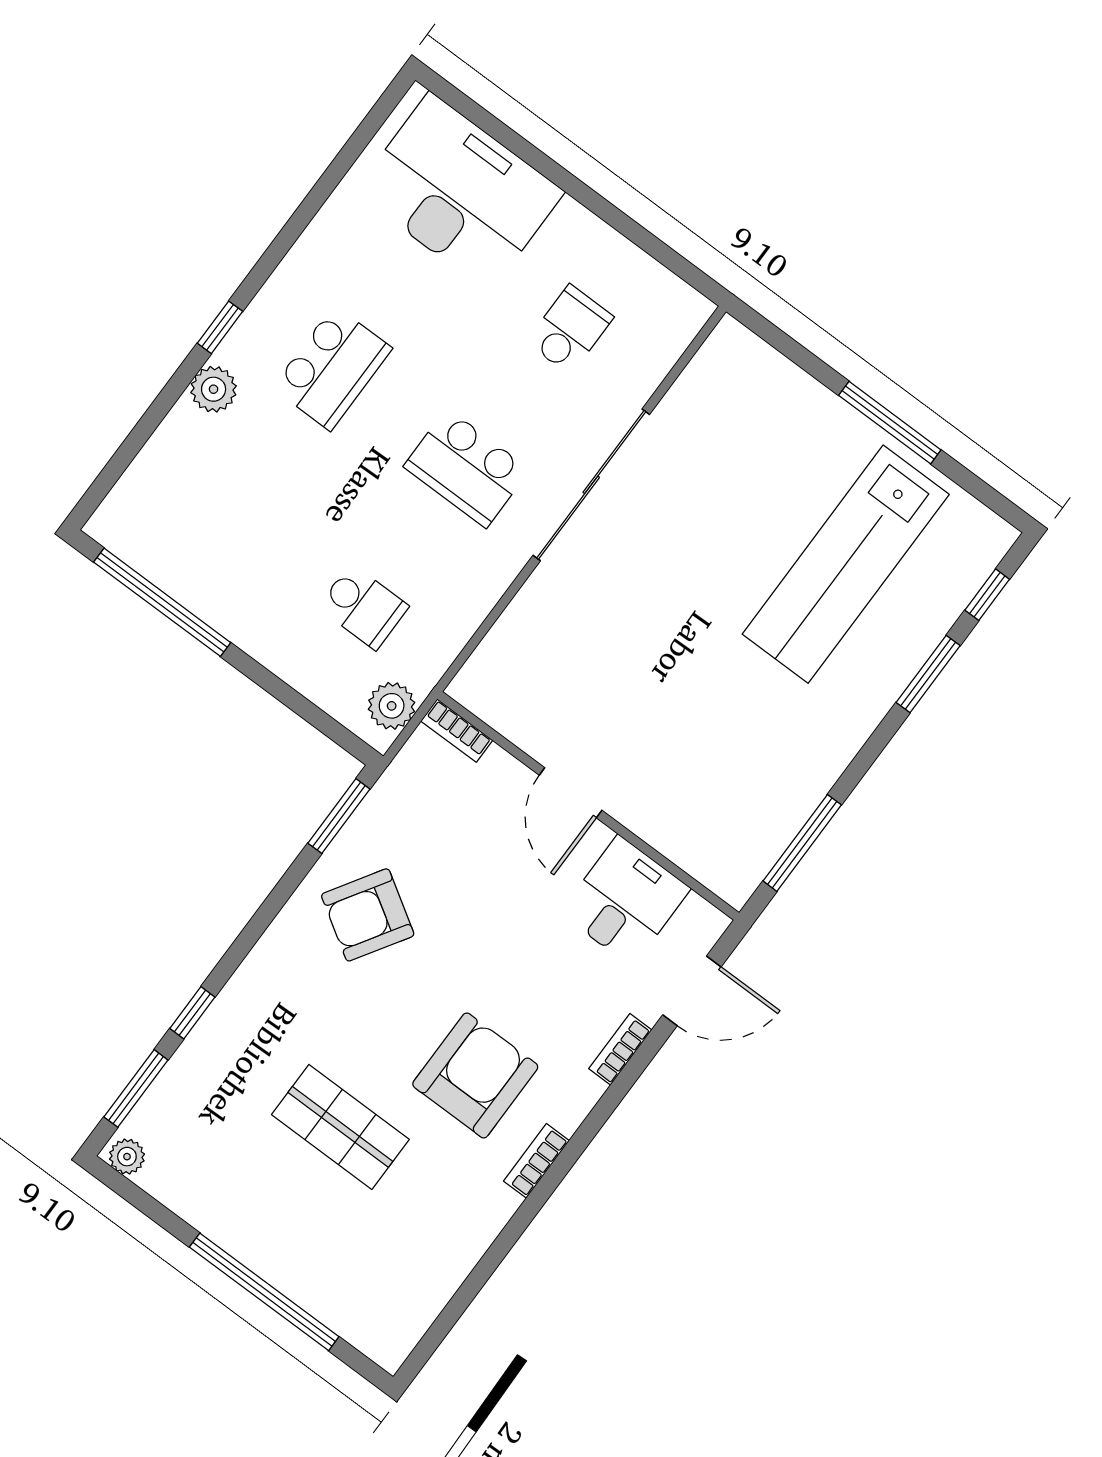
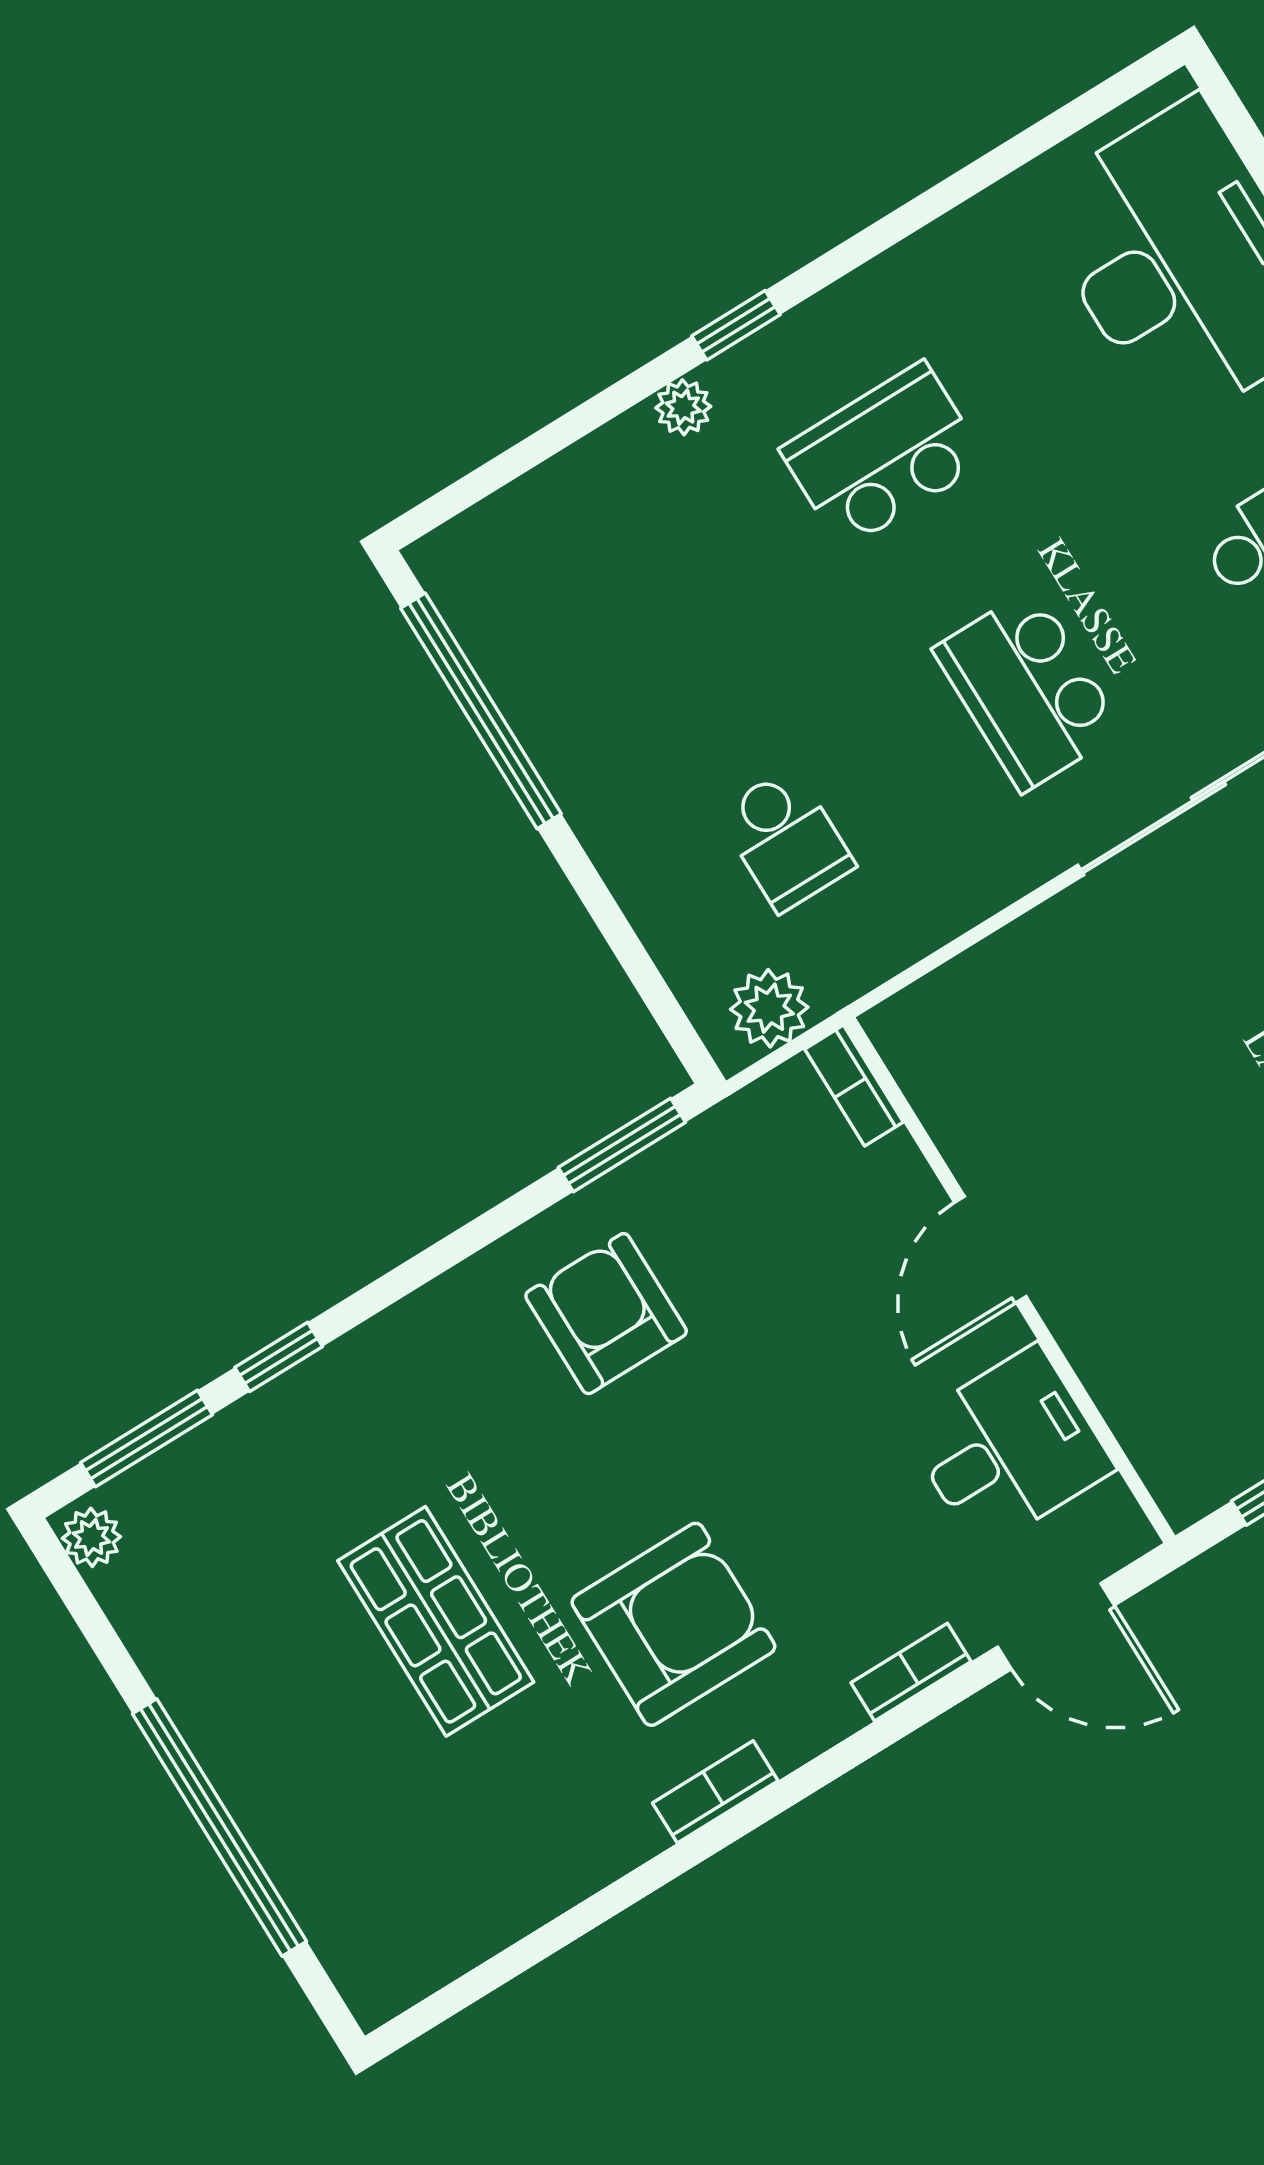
school desk: (332, 368) -> (883, 455), turned 180
plant: (214, 389) -> (683, 407), width x0.73, depth x0.73
armchair: (368, 915) -> (606, 1314), turned 58

